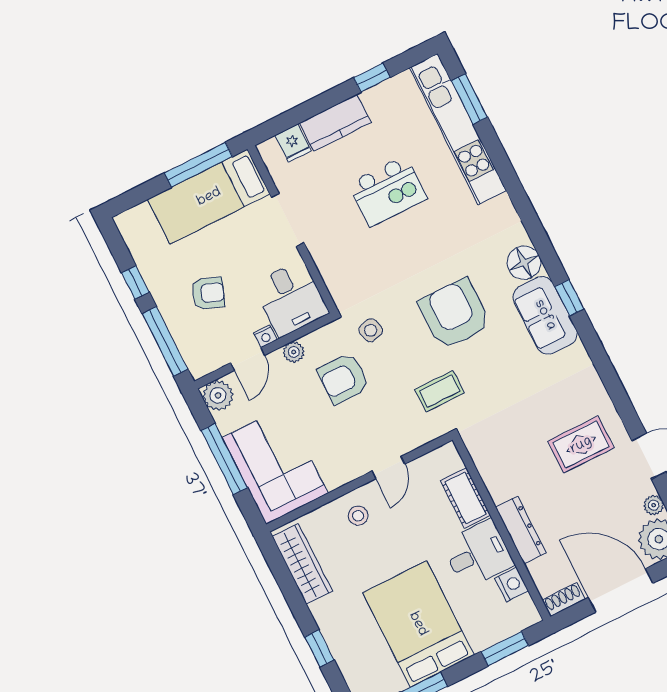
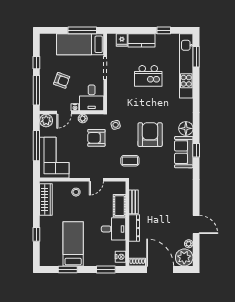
rug: (581, 445) -> (173, 207), removed
bench: (491, 475) -> (134, 202), added
nightstand: (512, 584) -> (120, 257), moved
bed: (418, 624) -> (73, 244), width x0.67

